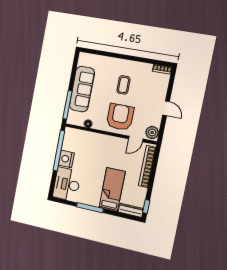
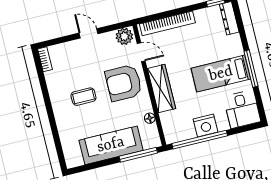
door: (166, 108) -> (88, 33), hinge flipped
wardrobe: (104, 141) -> (161, 88), added
desk: (67, 184) -> (242, 109), width x0.73
bed: (112, 190) -> (221, 74), moved

